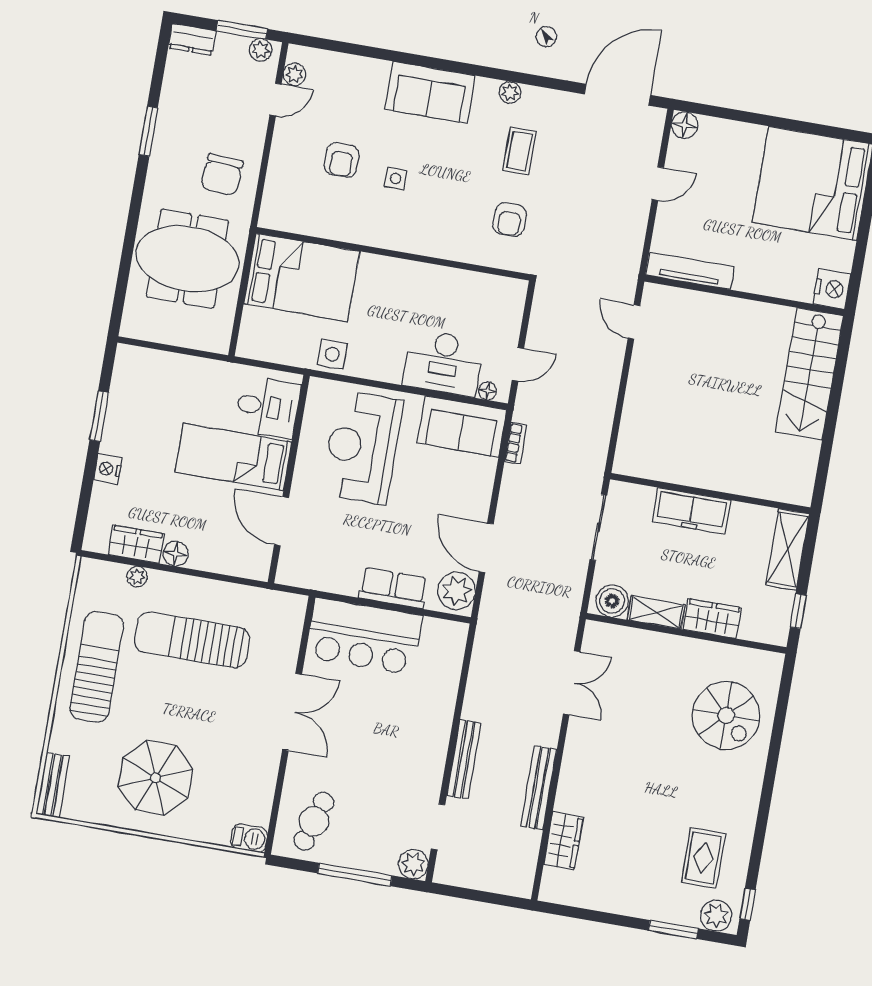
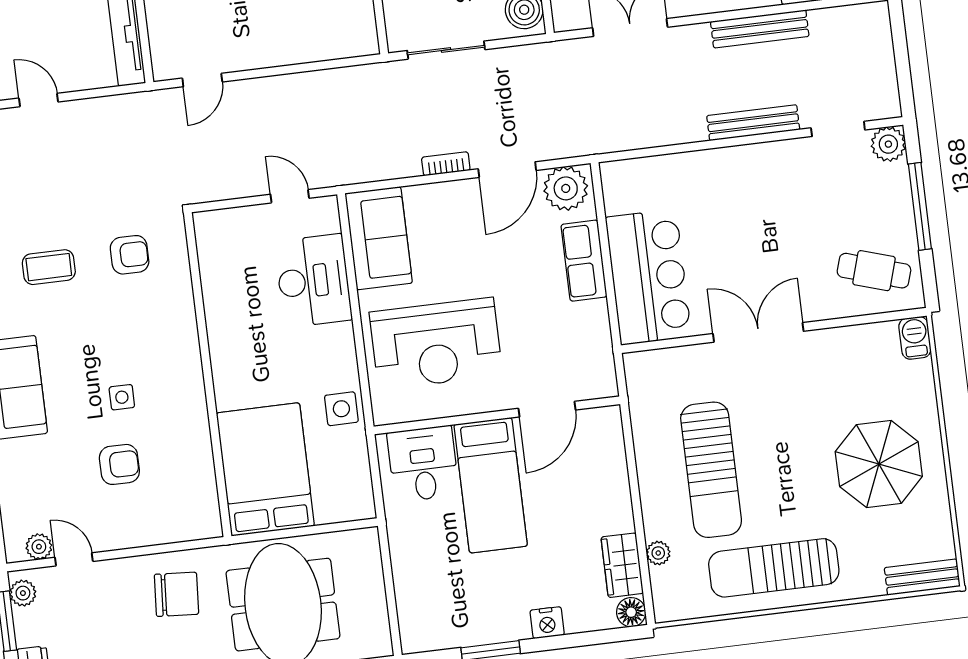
floor lamp: (487, 391) -> (330, 221), removed
bookcase: (516, 443) -> (446, 164), moved
floor lamp: (176, 554) -> (631, 612), moved

